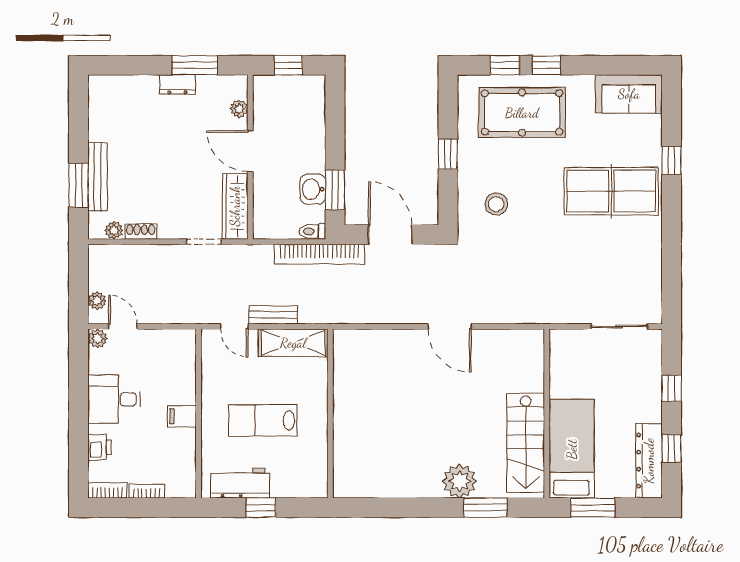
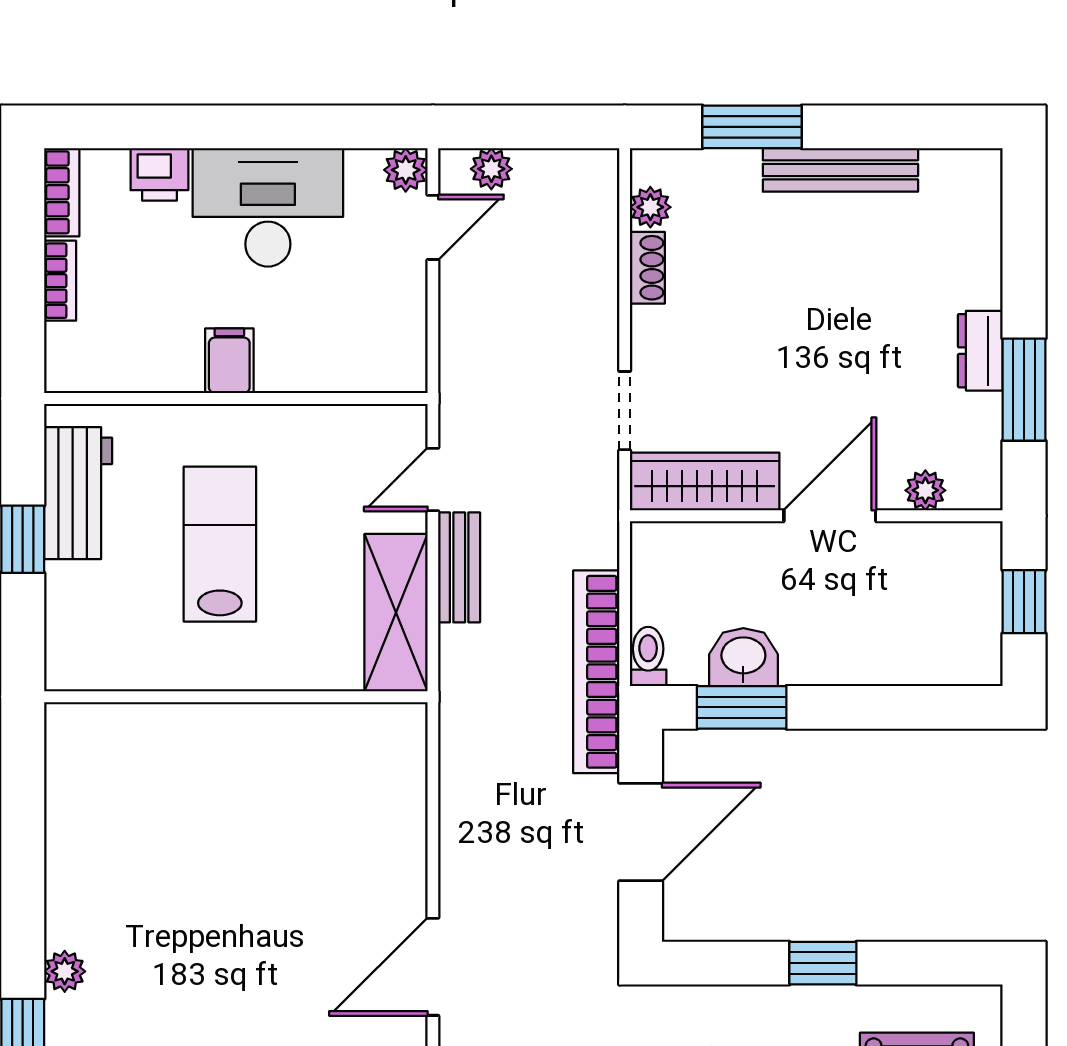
bench: (98, 177) -> (840, 170), moved
desk: (114, 399) -> (268, 207), width x1.37
plant: (460, 481) -> (65, 971), width x0.53, depth x0.53

